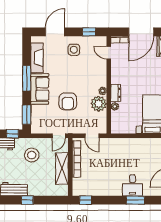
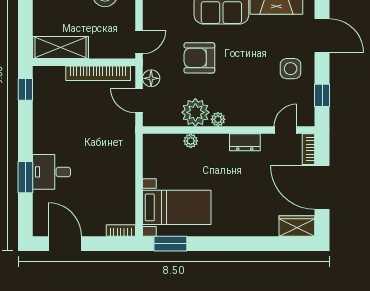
dresser: (116, 93) -> (245, 142), moved
floor lamp: (79, 129) -> (151, 78), added
door: (59, 136) -> (139, 42), swing flipped
door: (92, 136) -> (139, 101), hinge flipped
shelving: (62, 169) -> (61, 47), moved

